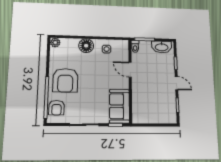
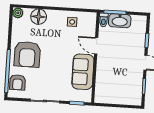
floor lamp: (86, 46) -> (39, 17), moved
washbasin: (162, 47) -> (120, 21), moved
sofa: (119, 106) -> (83, 72), moved

